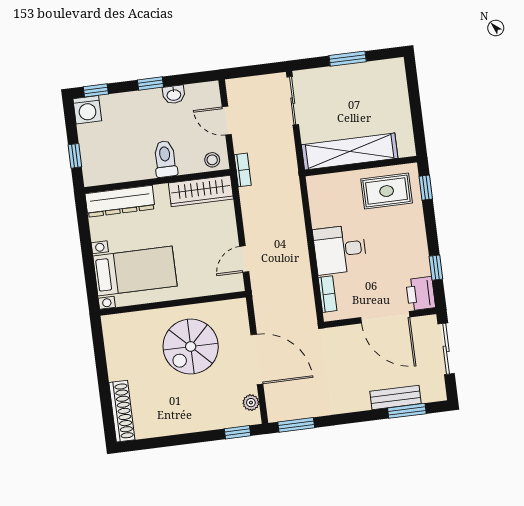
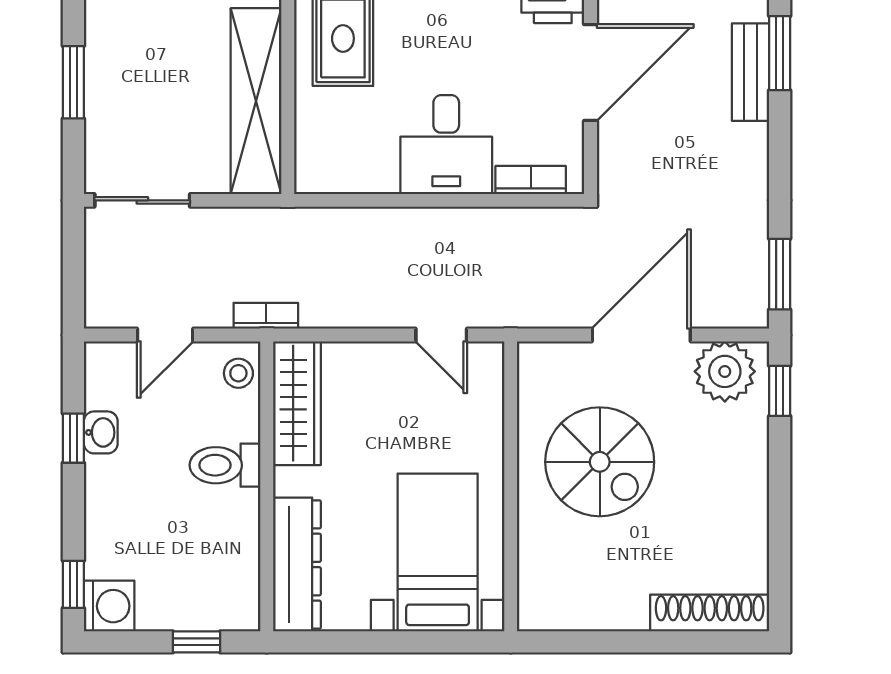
window: (150, 84) -> (73, 438), moved
plant: (251, 403) -> (725, 371), width x1.88, depth x1.88

